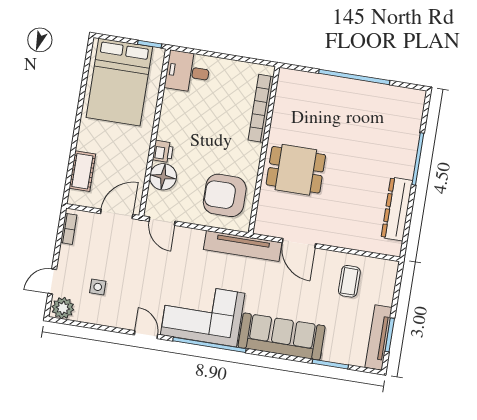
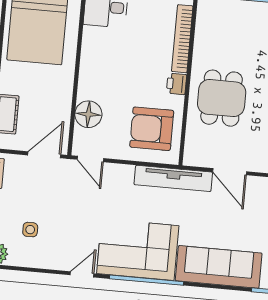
printer: (163, 151) -> (177, 84), moved, turned 180
dining table: (296, 170) -> (222, 98), turned 90
door: (146, 335) -> (82, 274), hinge flipped

